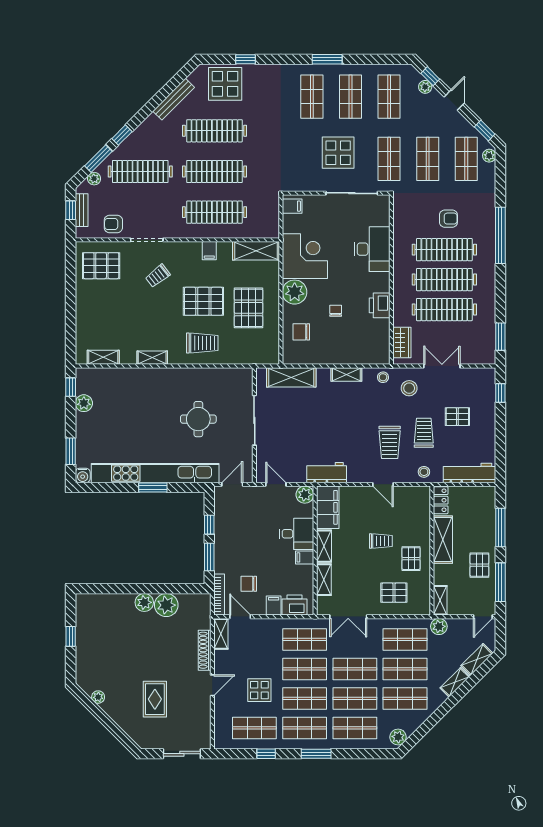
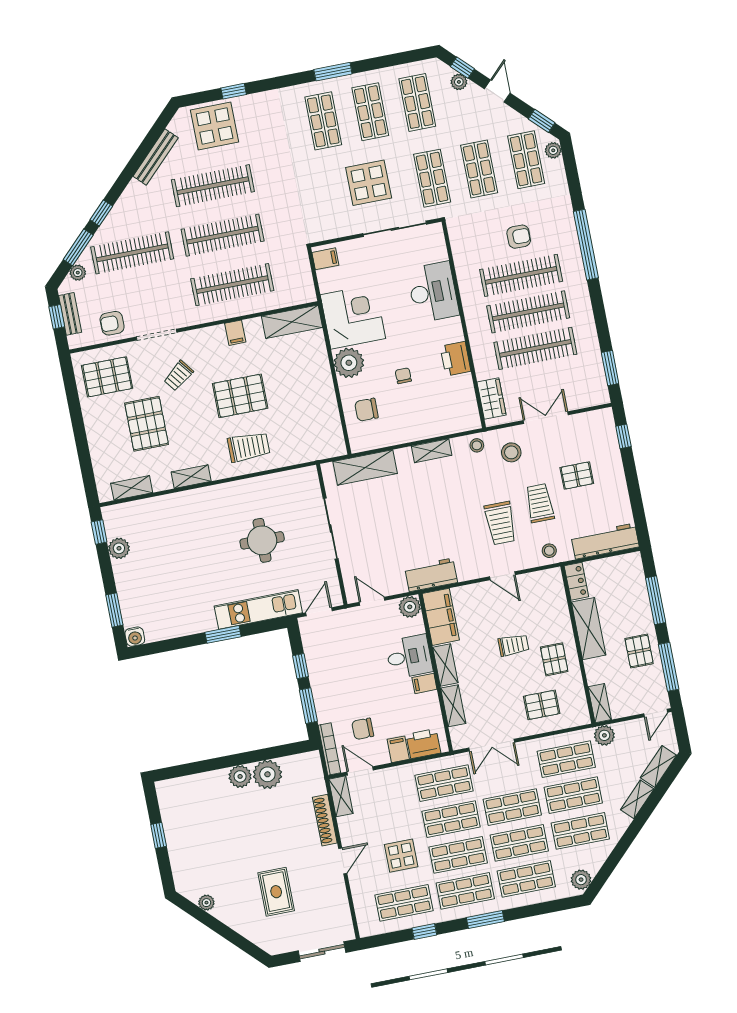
pallet: (248, 308) -> (147, 424), moved
kitchen unit: (155, 473) -> (258, 609), width x0.54

